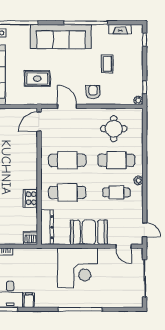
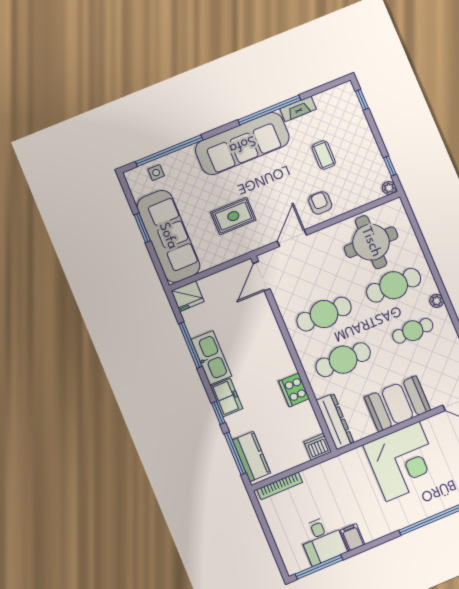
fireplace: (120, 29) -> (298, 109), moved
door: (67, 106) -> (292, 238), hinge flipped
round table: (114, 129) -> (371, 242), width x1.36, depth x1.36

